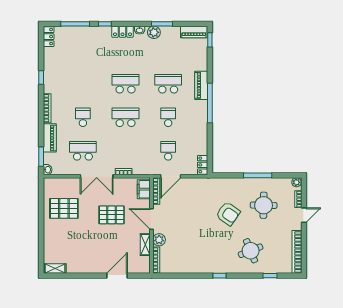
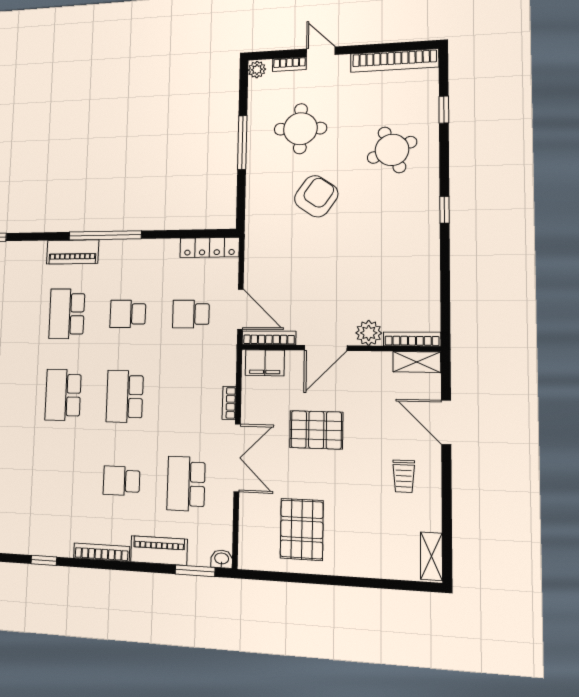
locker: (203, 165) -> (209, 247), width x1.53
pallet: (112, 215) -> (316, 430), turned 90
shelving: (145, 245) -> (417, 362), moved
trolley: (91, 256) -> (404, 476), added

